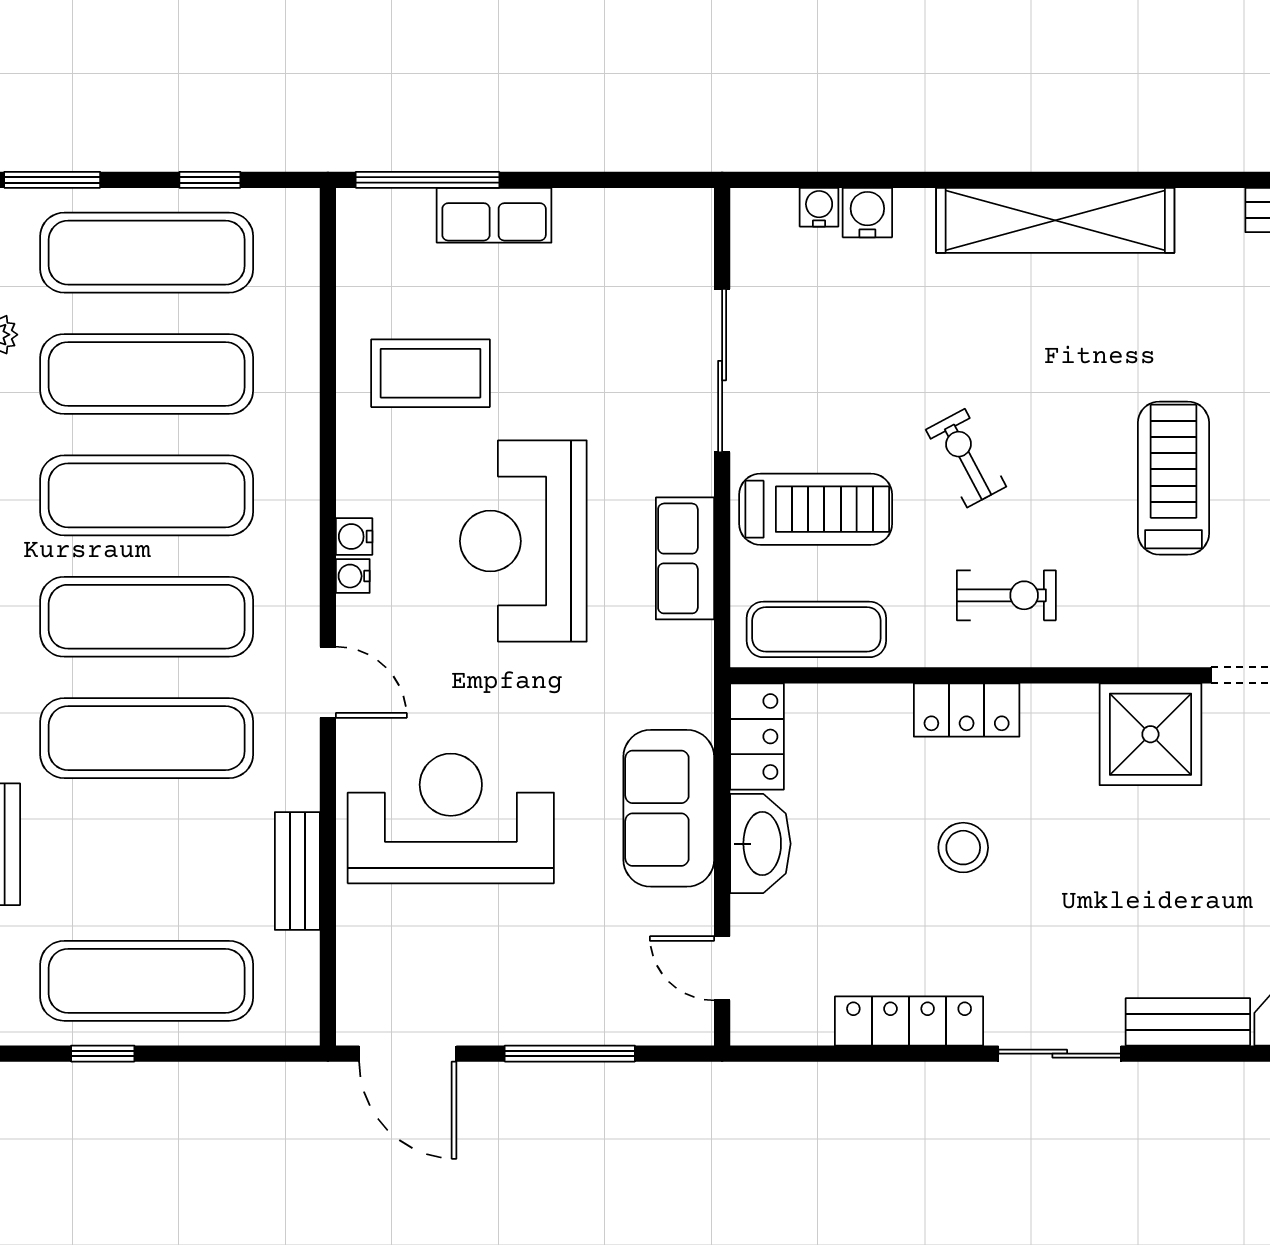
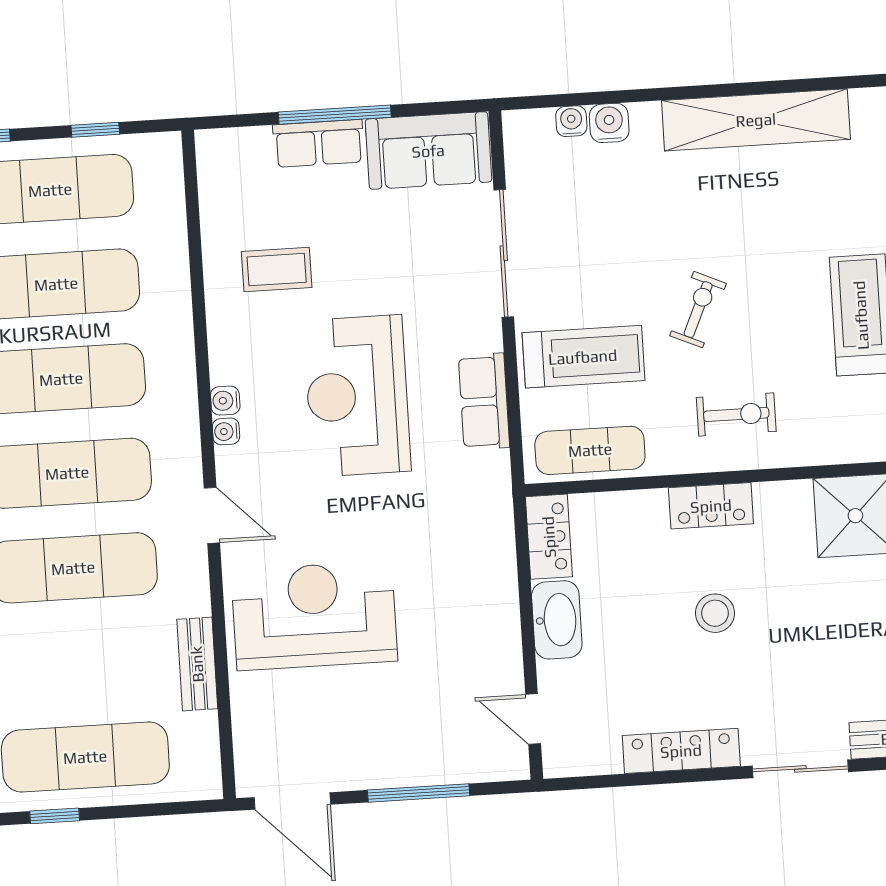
window: (428, 180) -> (335, 115), moved
coffee table: (430, 373) -> (277, 270), width x0.73, depth x0.77
exercise bike: (966, 458) -> (698, 310), turned 52
sofa: (669, 808) -> (428, 151), moved, turned -90

